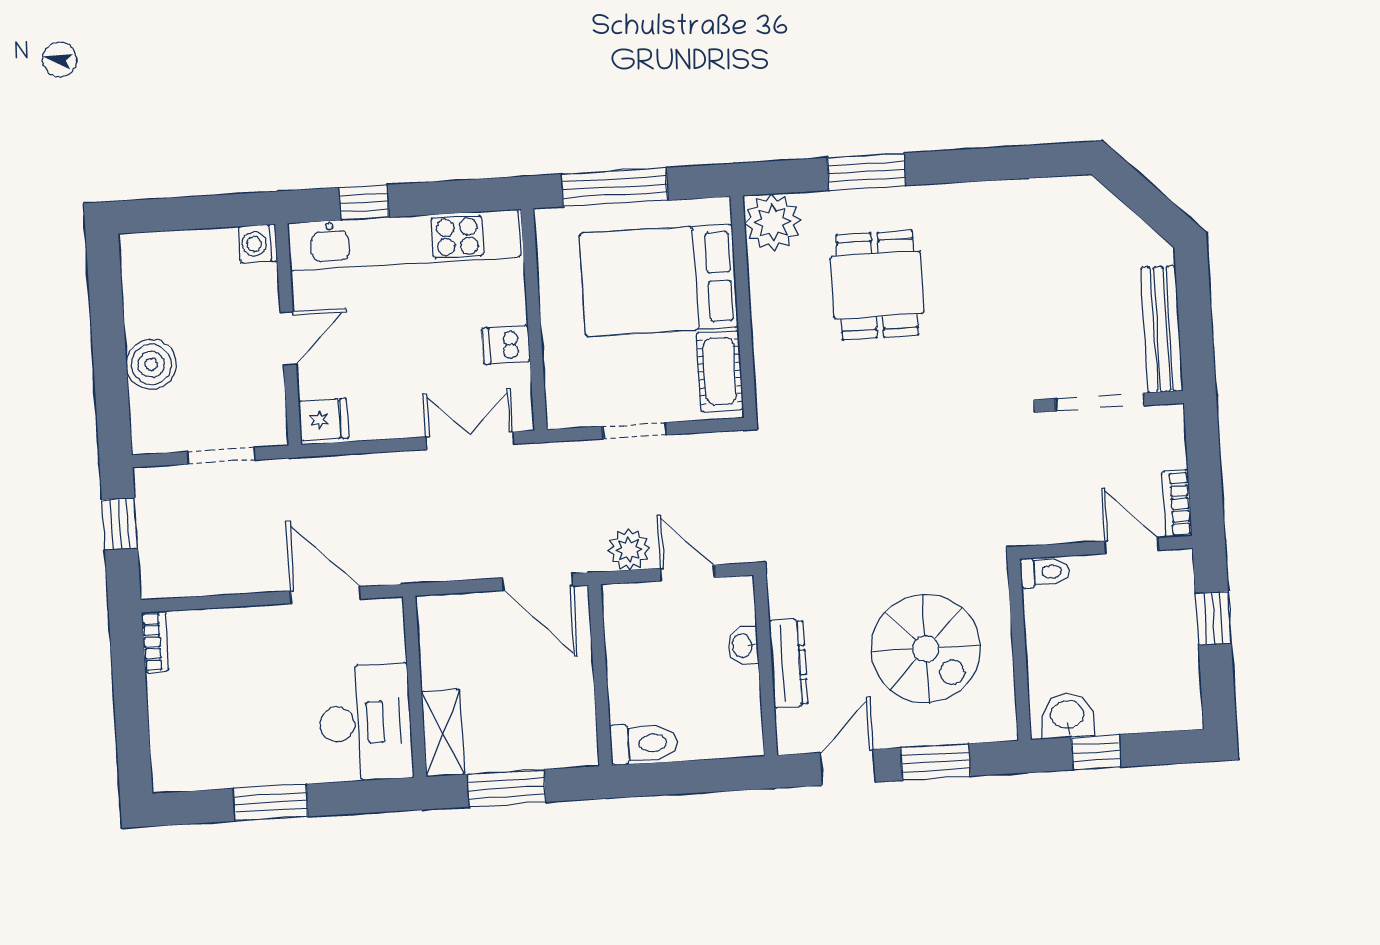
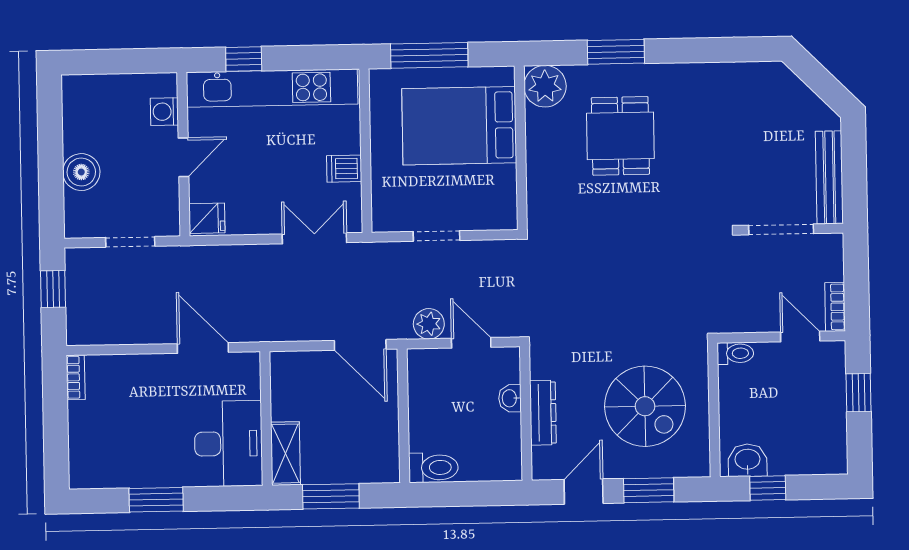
washing machine: (258, 244) -> (164, 112), moved
cot: (720, 371) -> (501, 195), removed

